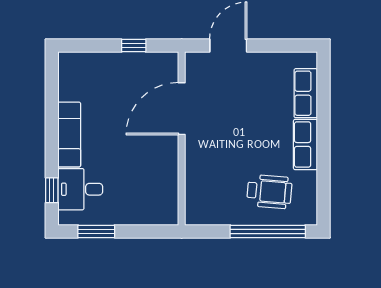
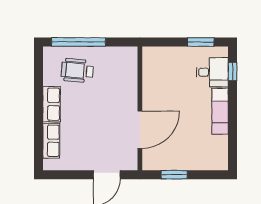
window: (134, 46) -> (174, 175), width x1.50

